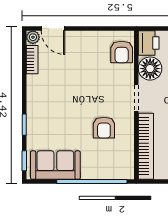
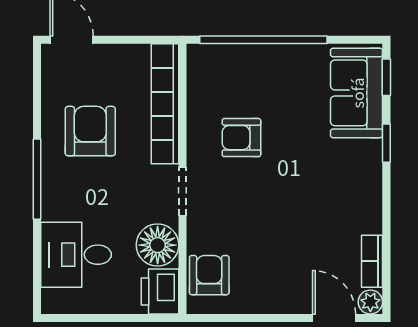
armchair: (104, 128) -> (241, 138), turned -90
sofa: (55, 165) -> (357, 93), moved, turned 90

